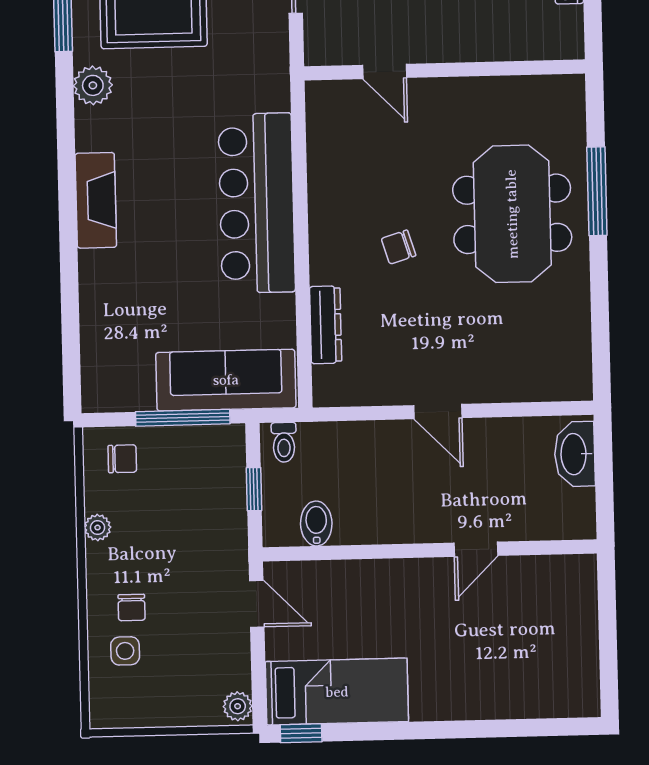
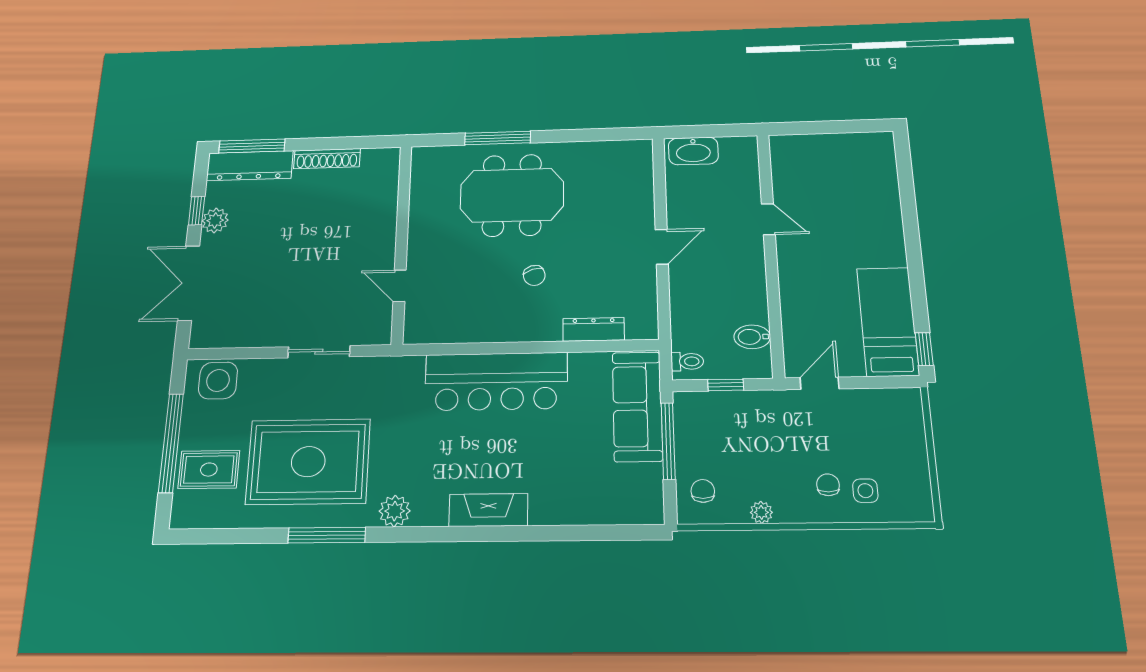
door: (385, 71) -> (400, 286), swing flipped
chair: (132, 607) -> (828, 485), turned -90
plant: (238, 706) -> (906, 399), removed

